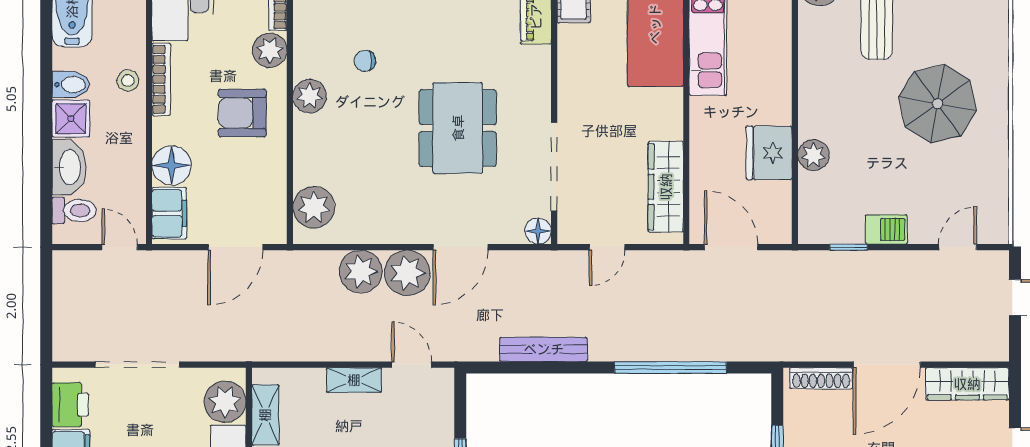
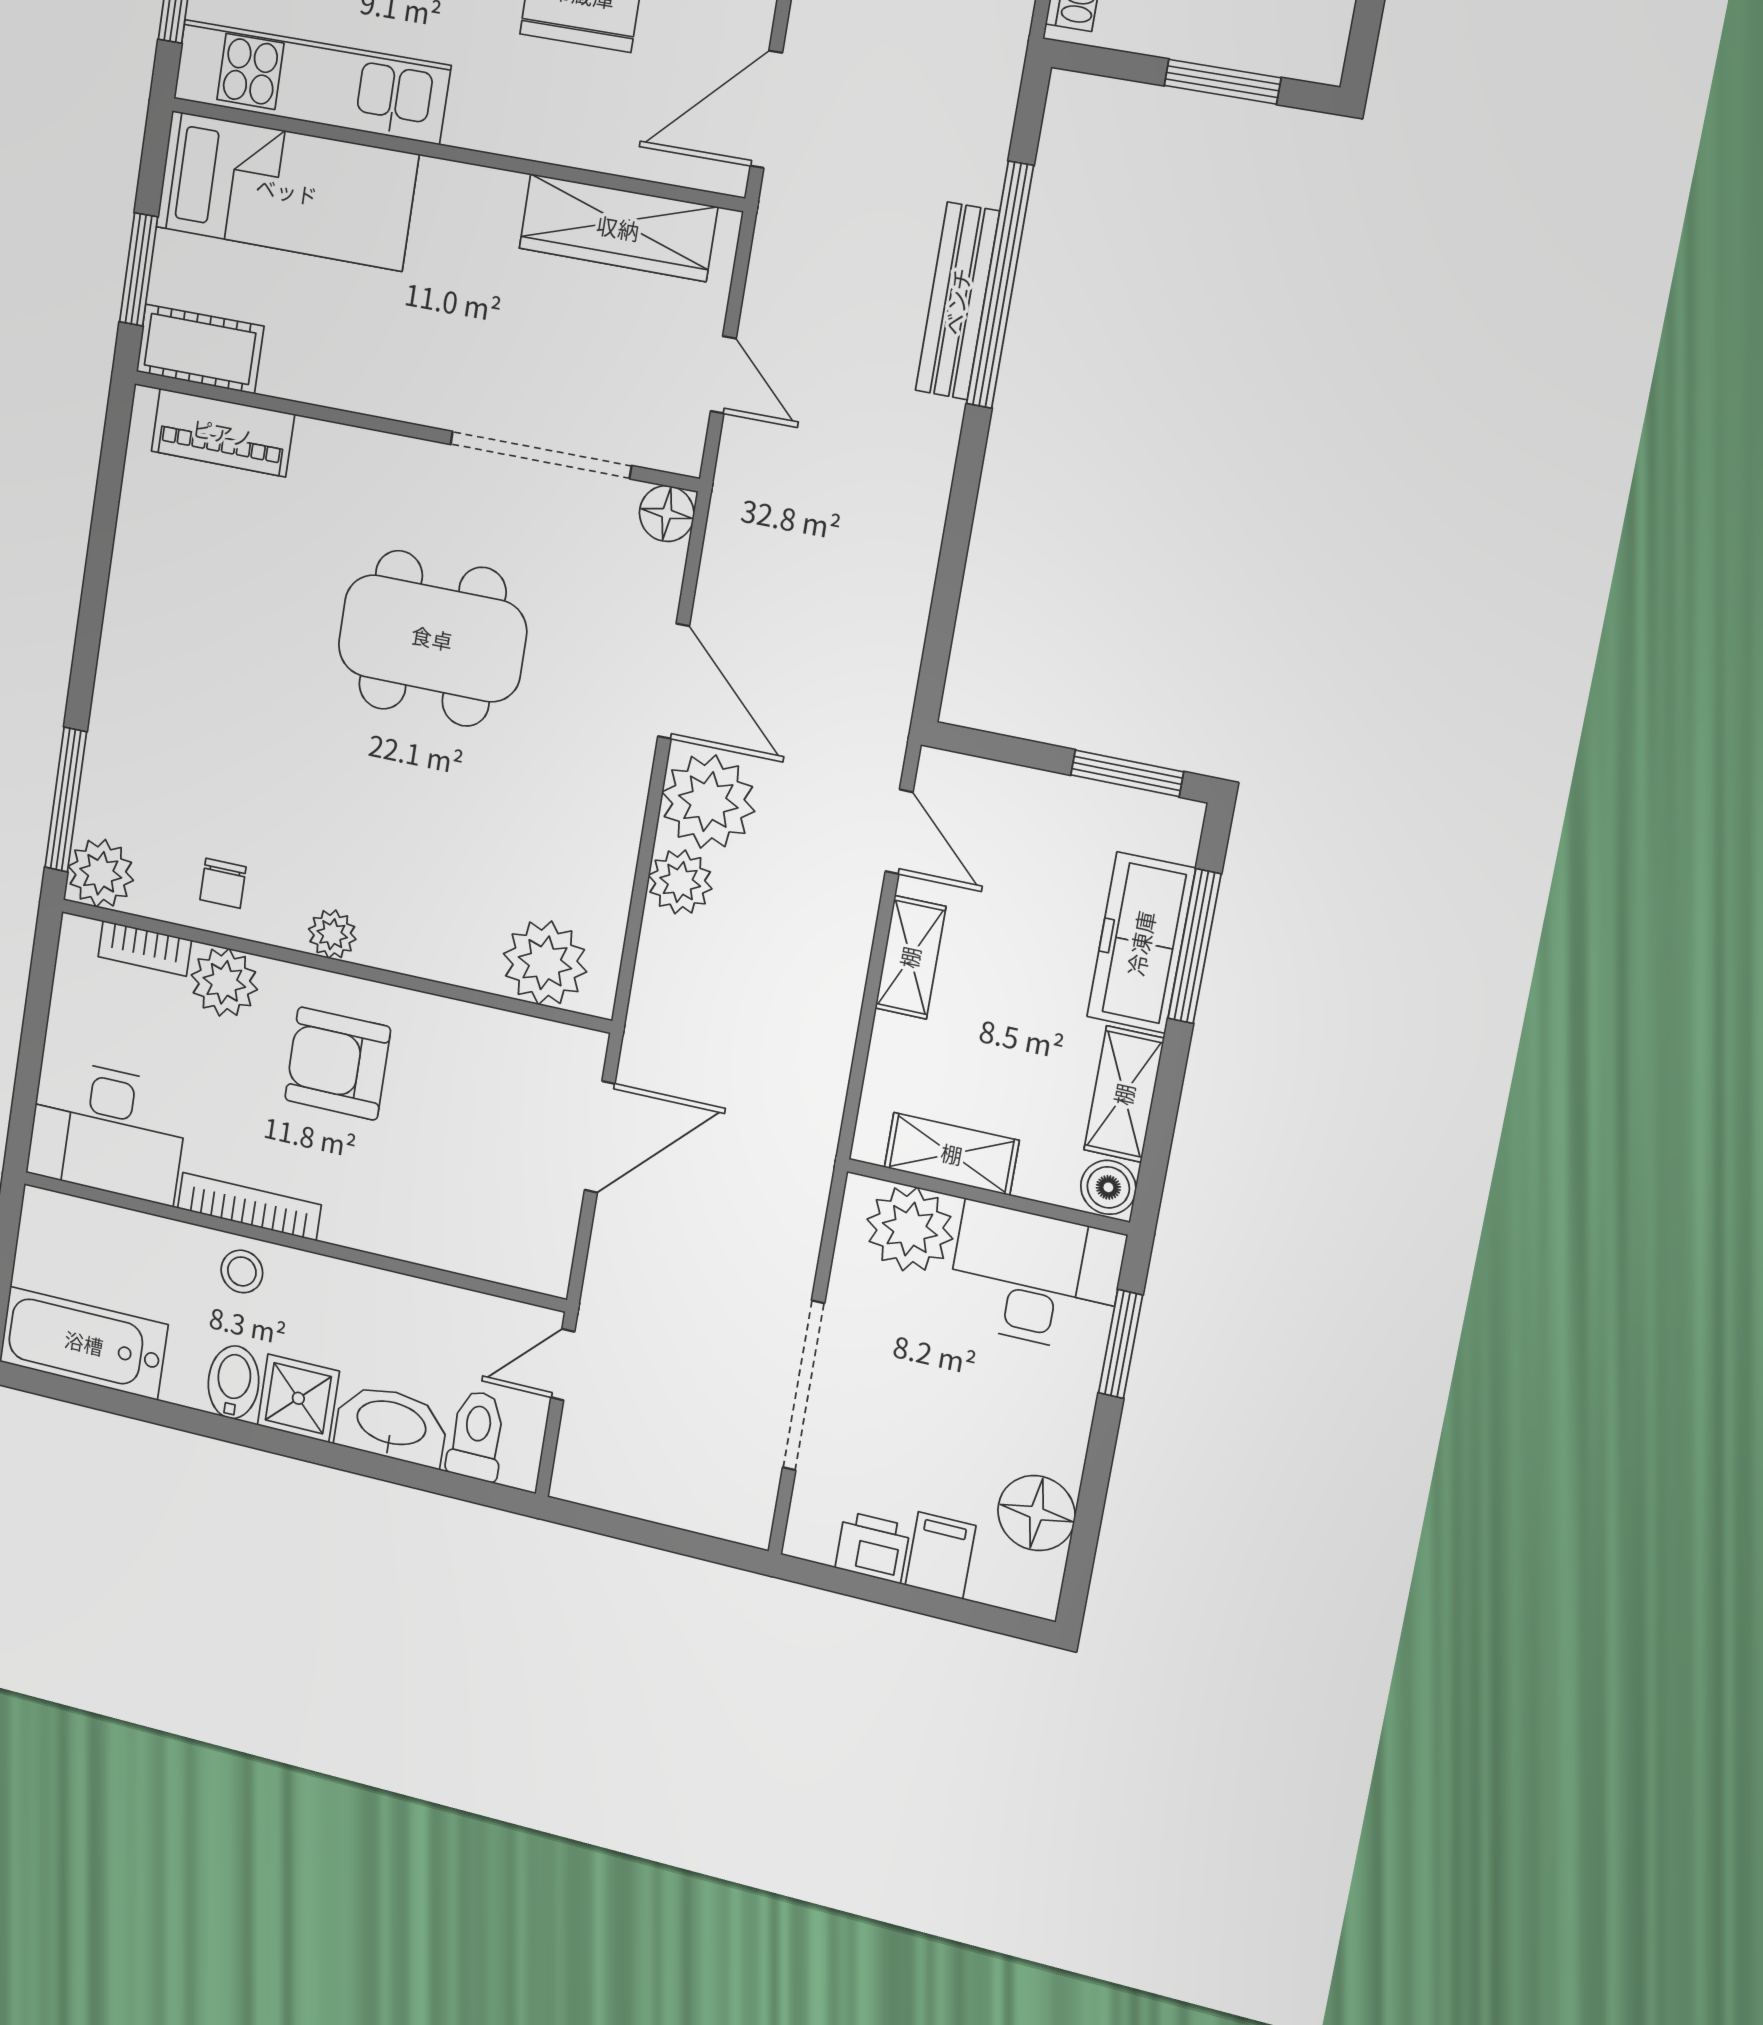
chair: (365, 61) -> (223, 883), moved
plant: (310, 96) -> (332, 934), width x0.73, depth x0.73
armchair: (242, 113) -> (338, 1064), turned 90
floor lamp: (172, 165) -> (418, 1225), removed
filing cabinet: (169, 213) -> (511, 1252), removed
door: (235, 247) -> (600, 1137), hinge flipped
plant: (361, 272) -> (680, 882), width x0.73, depth x0.73
bench: (544, 349) -> (957, 301), moved
door: (412, 365) -> (899, 832), swing flipped
printer: (70, 405) -> (873, 1547), width x0.73, depth x0.81

